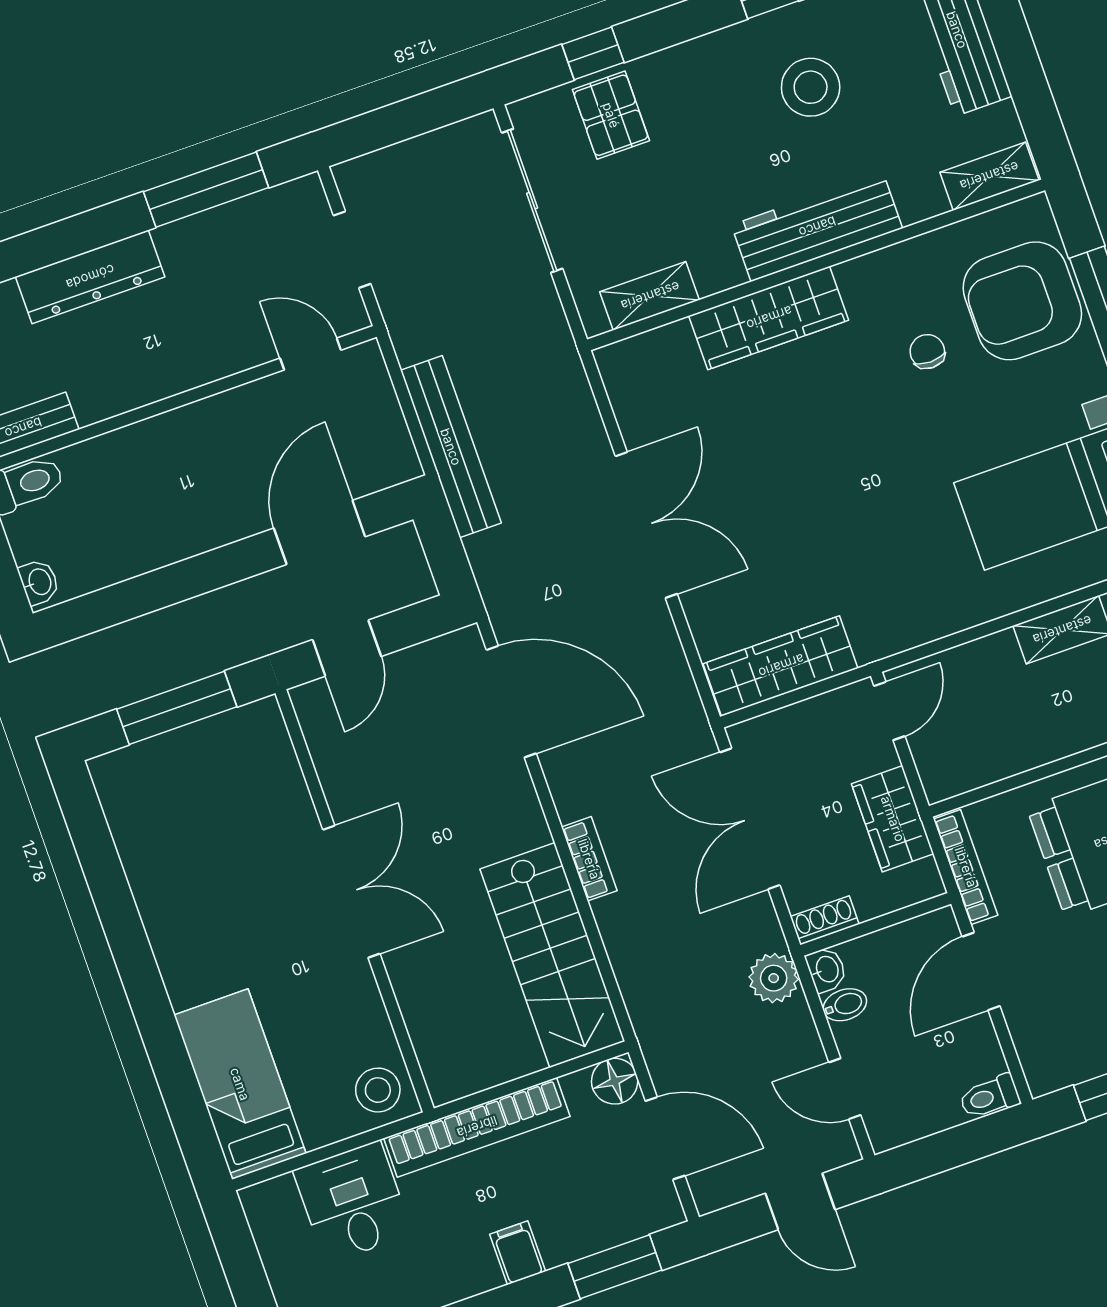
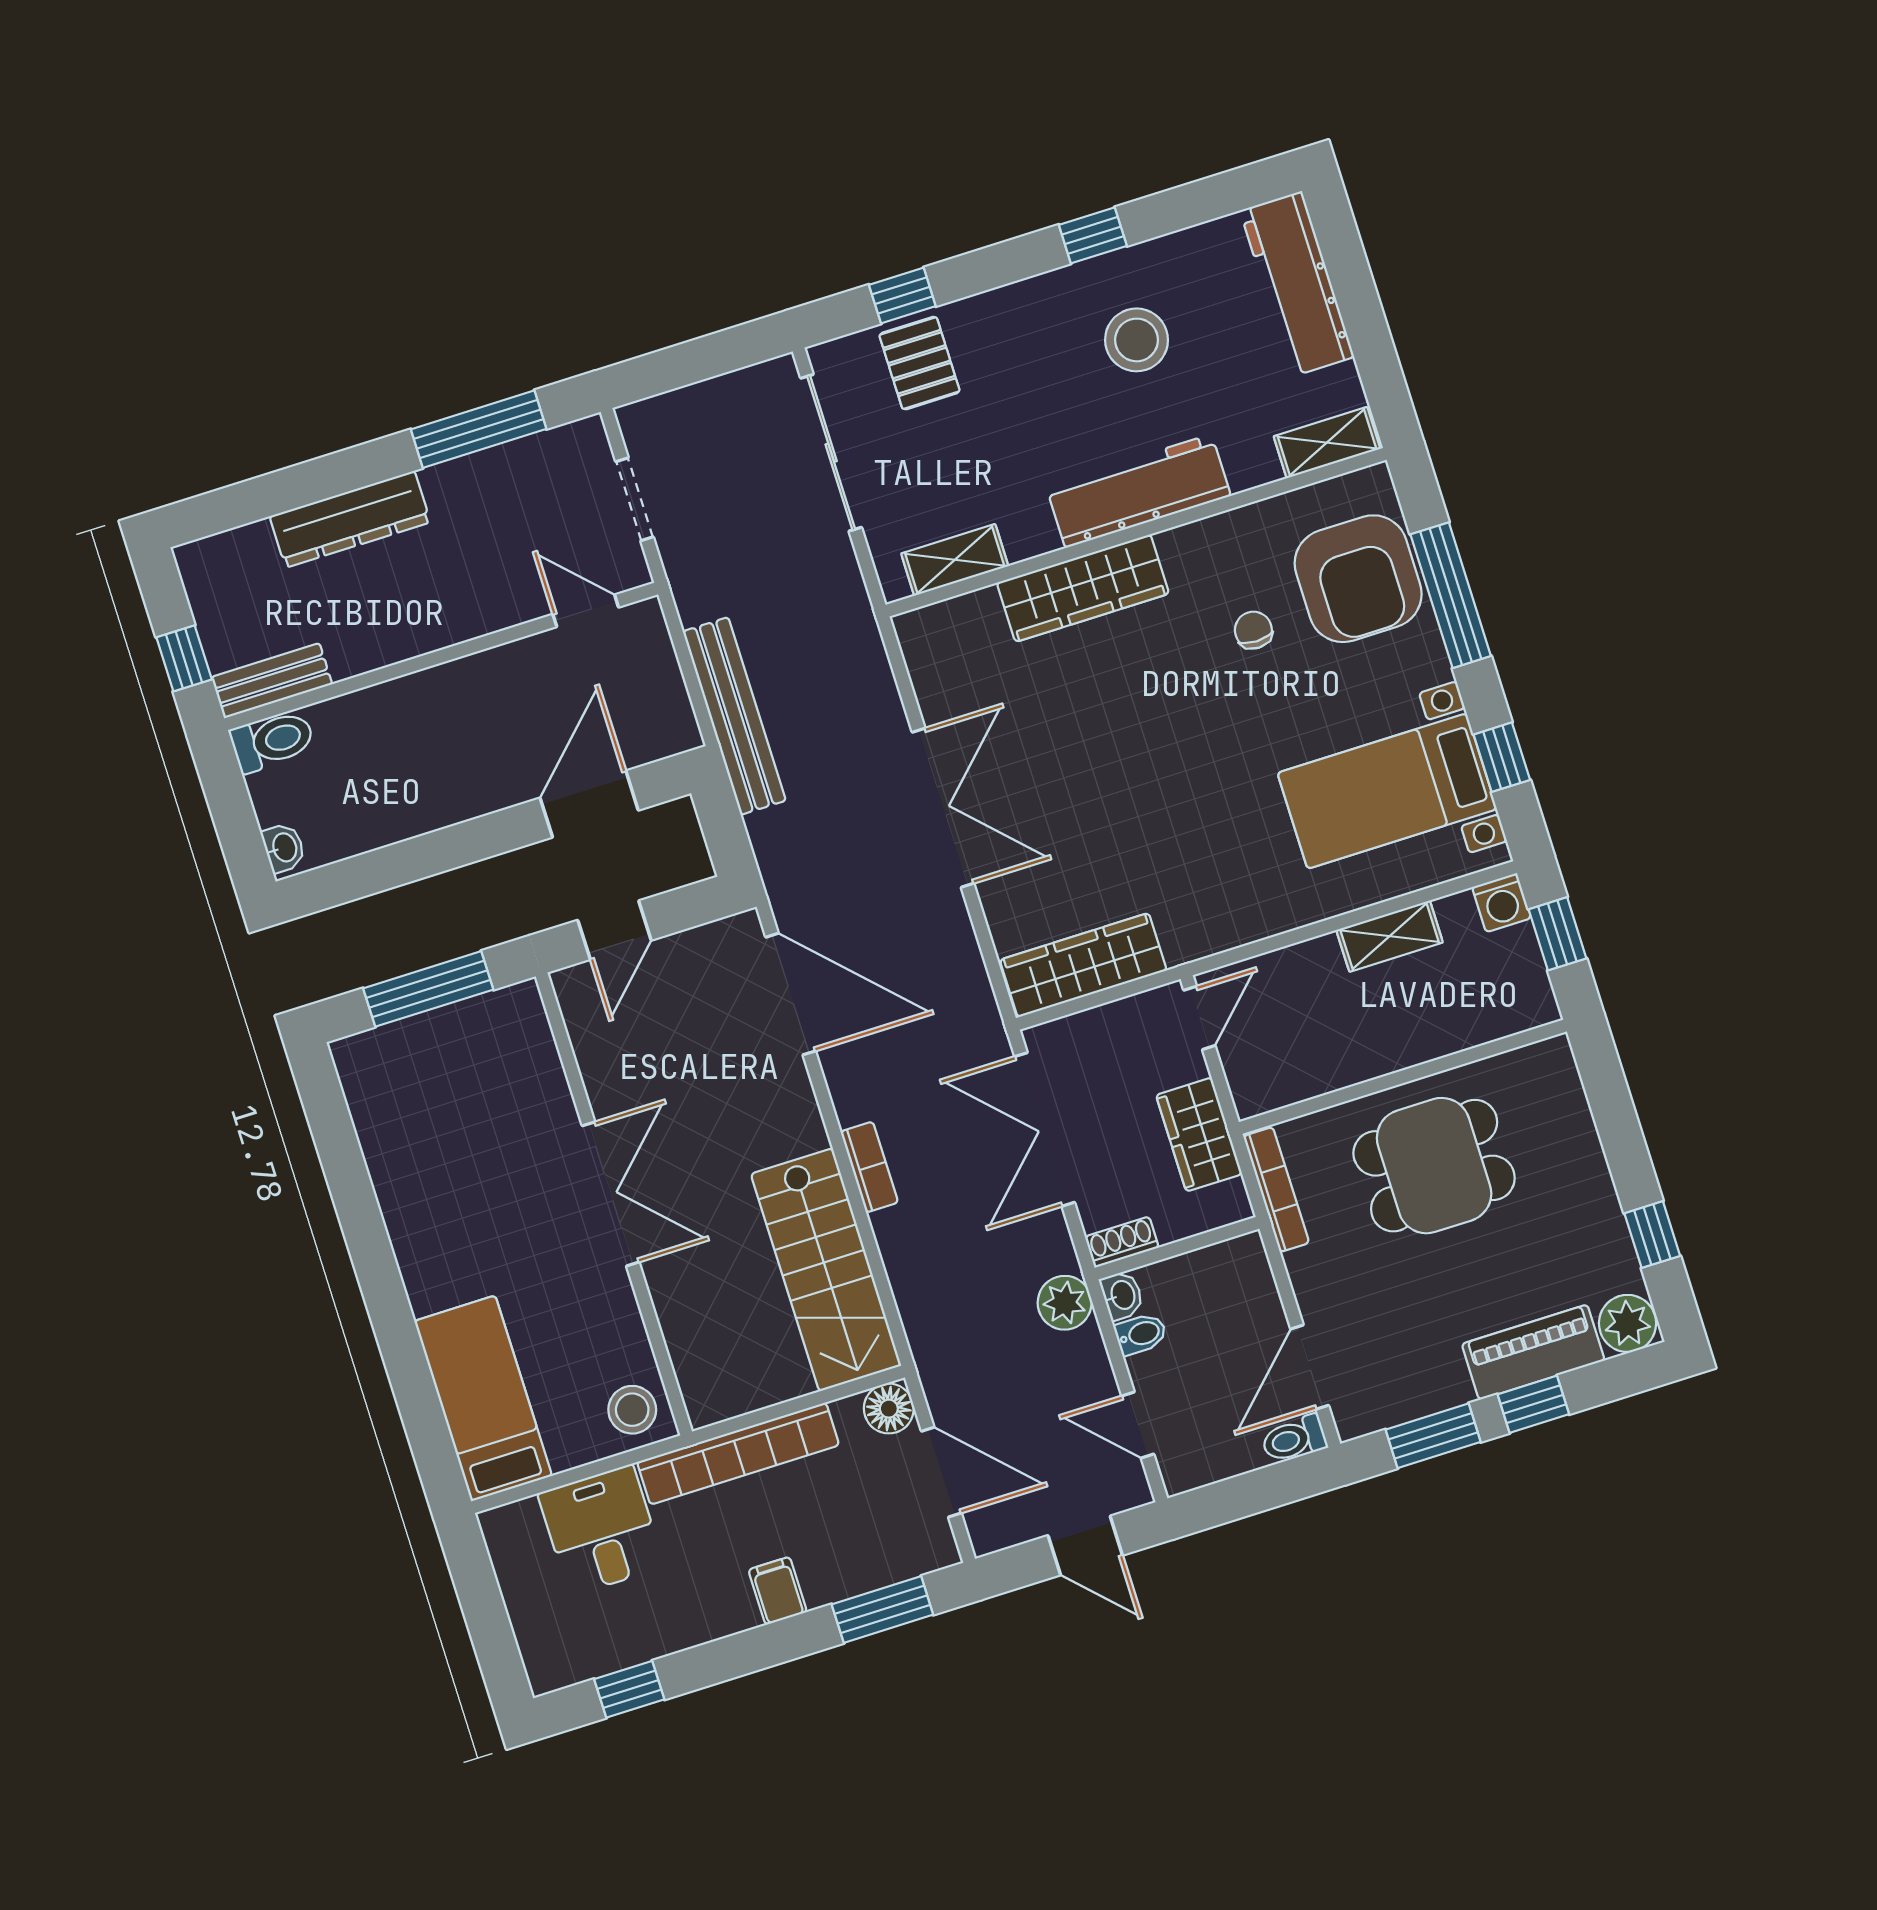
armchair: (1022, 301) -> (1358, 579), turned -90
door: (981, 971) -> (1310, 1367), moved

